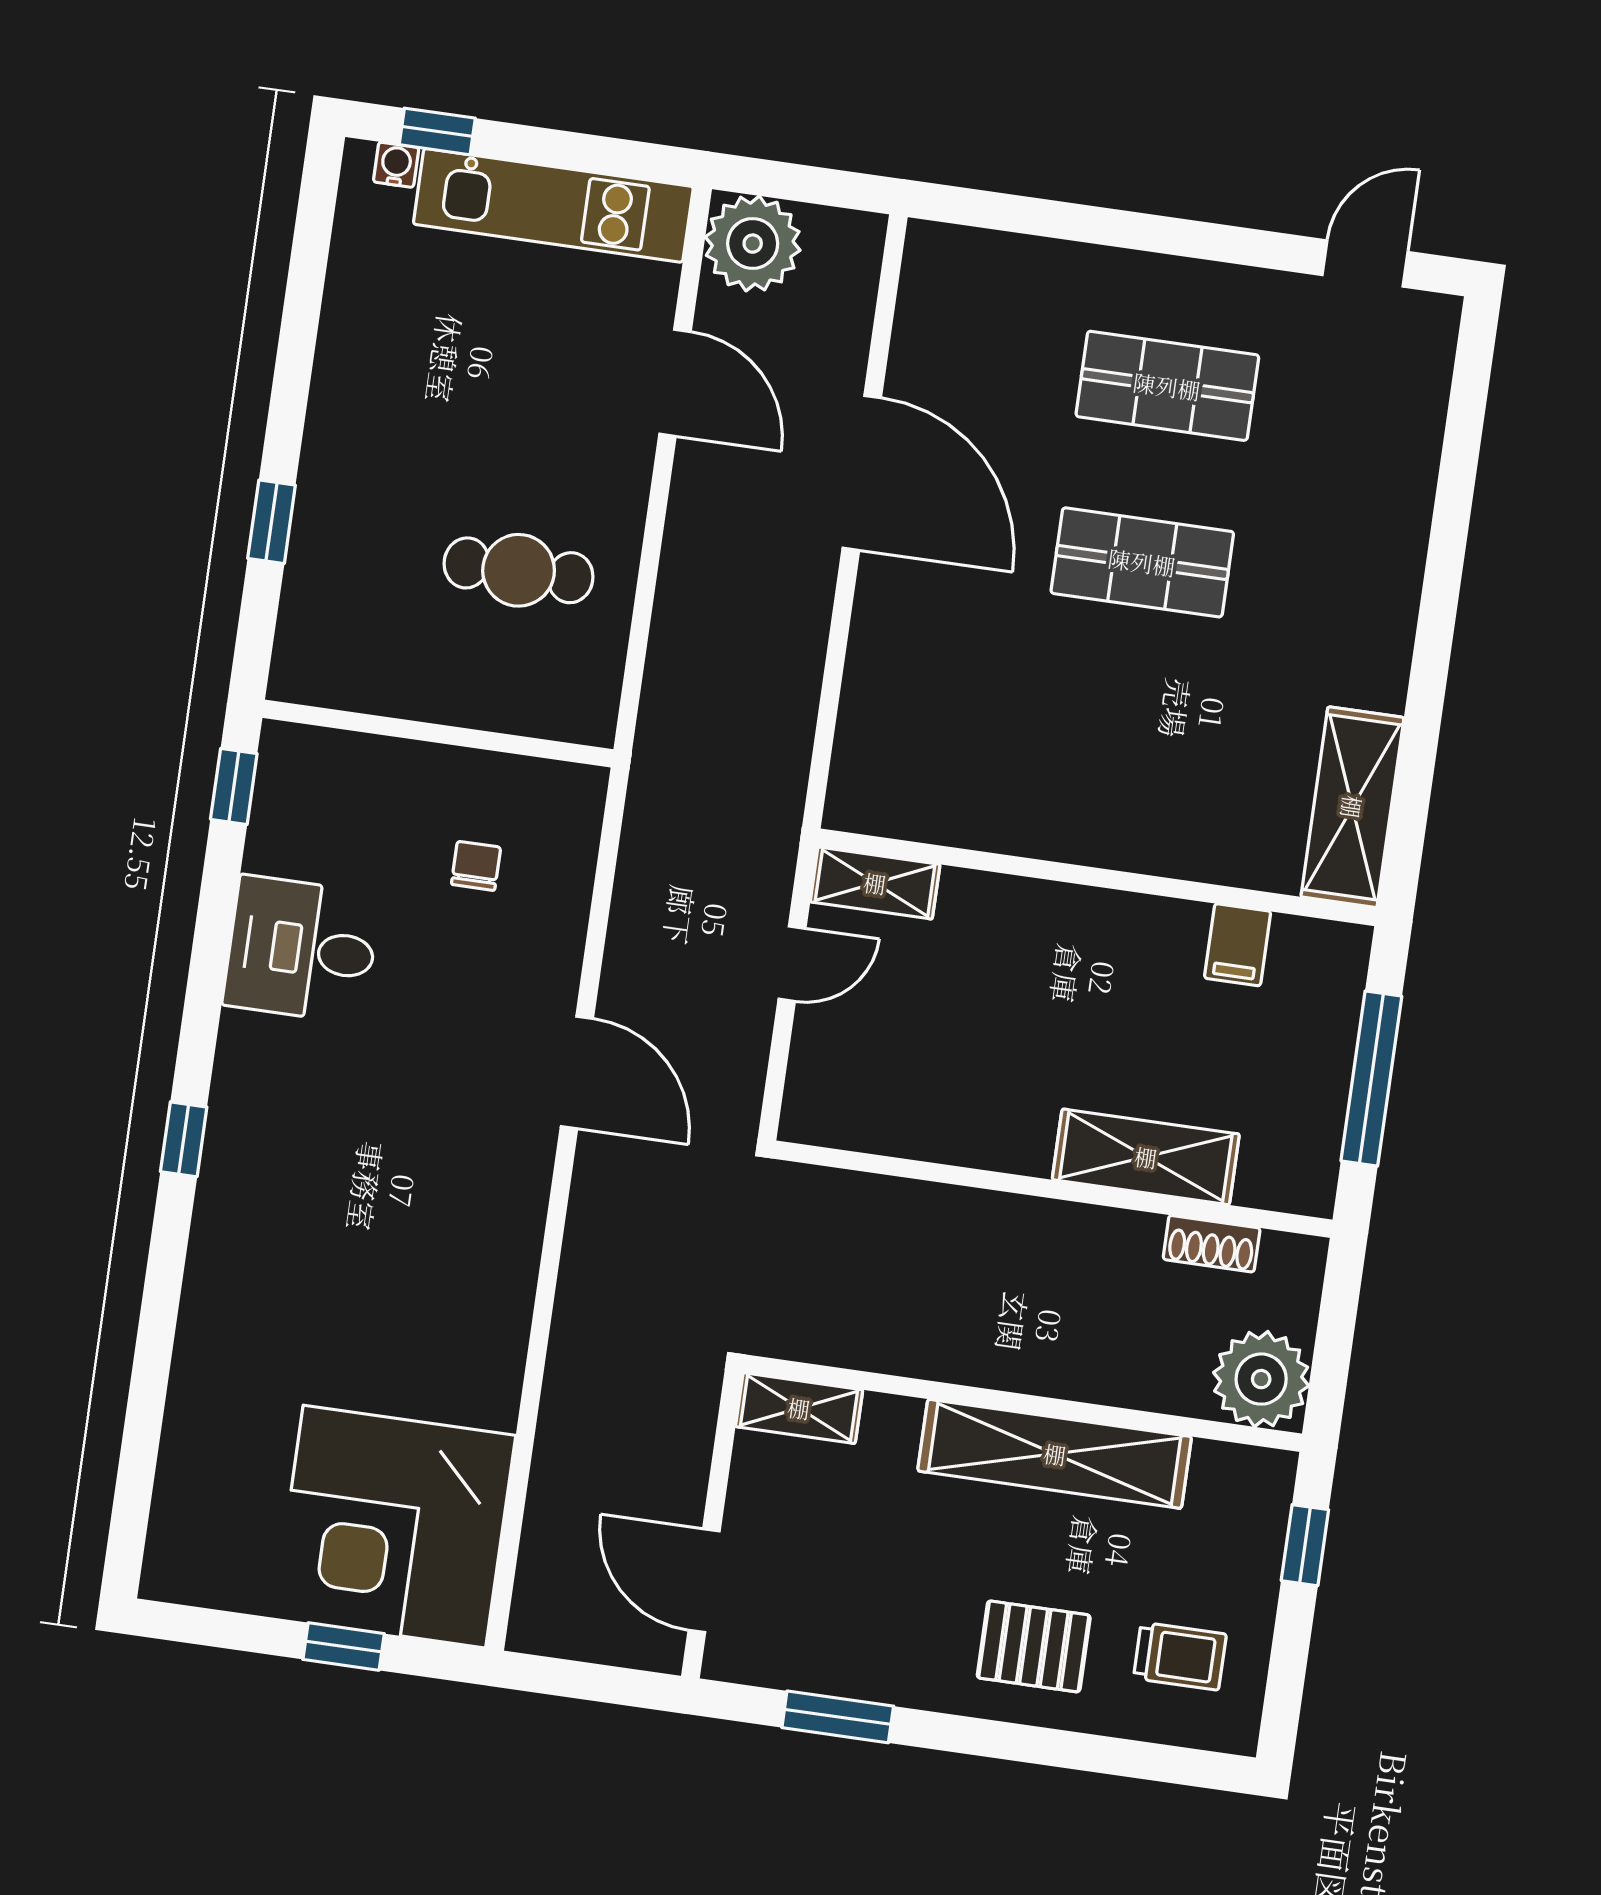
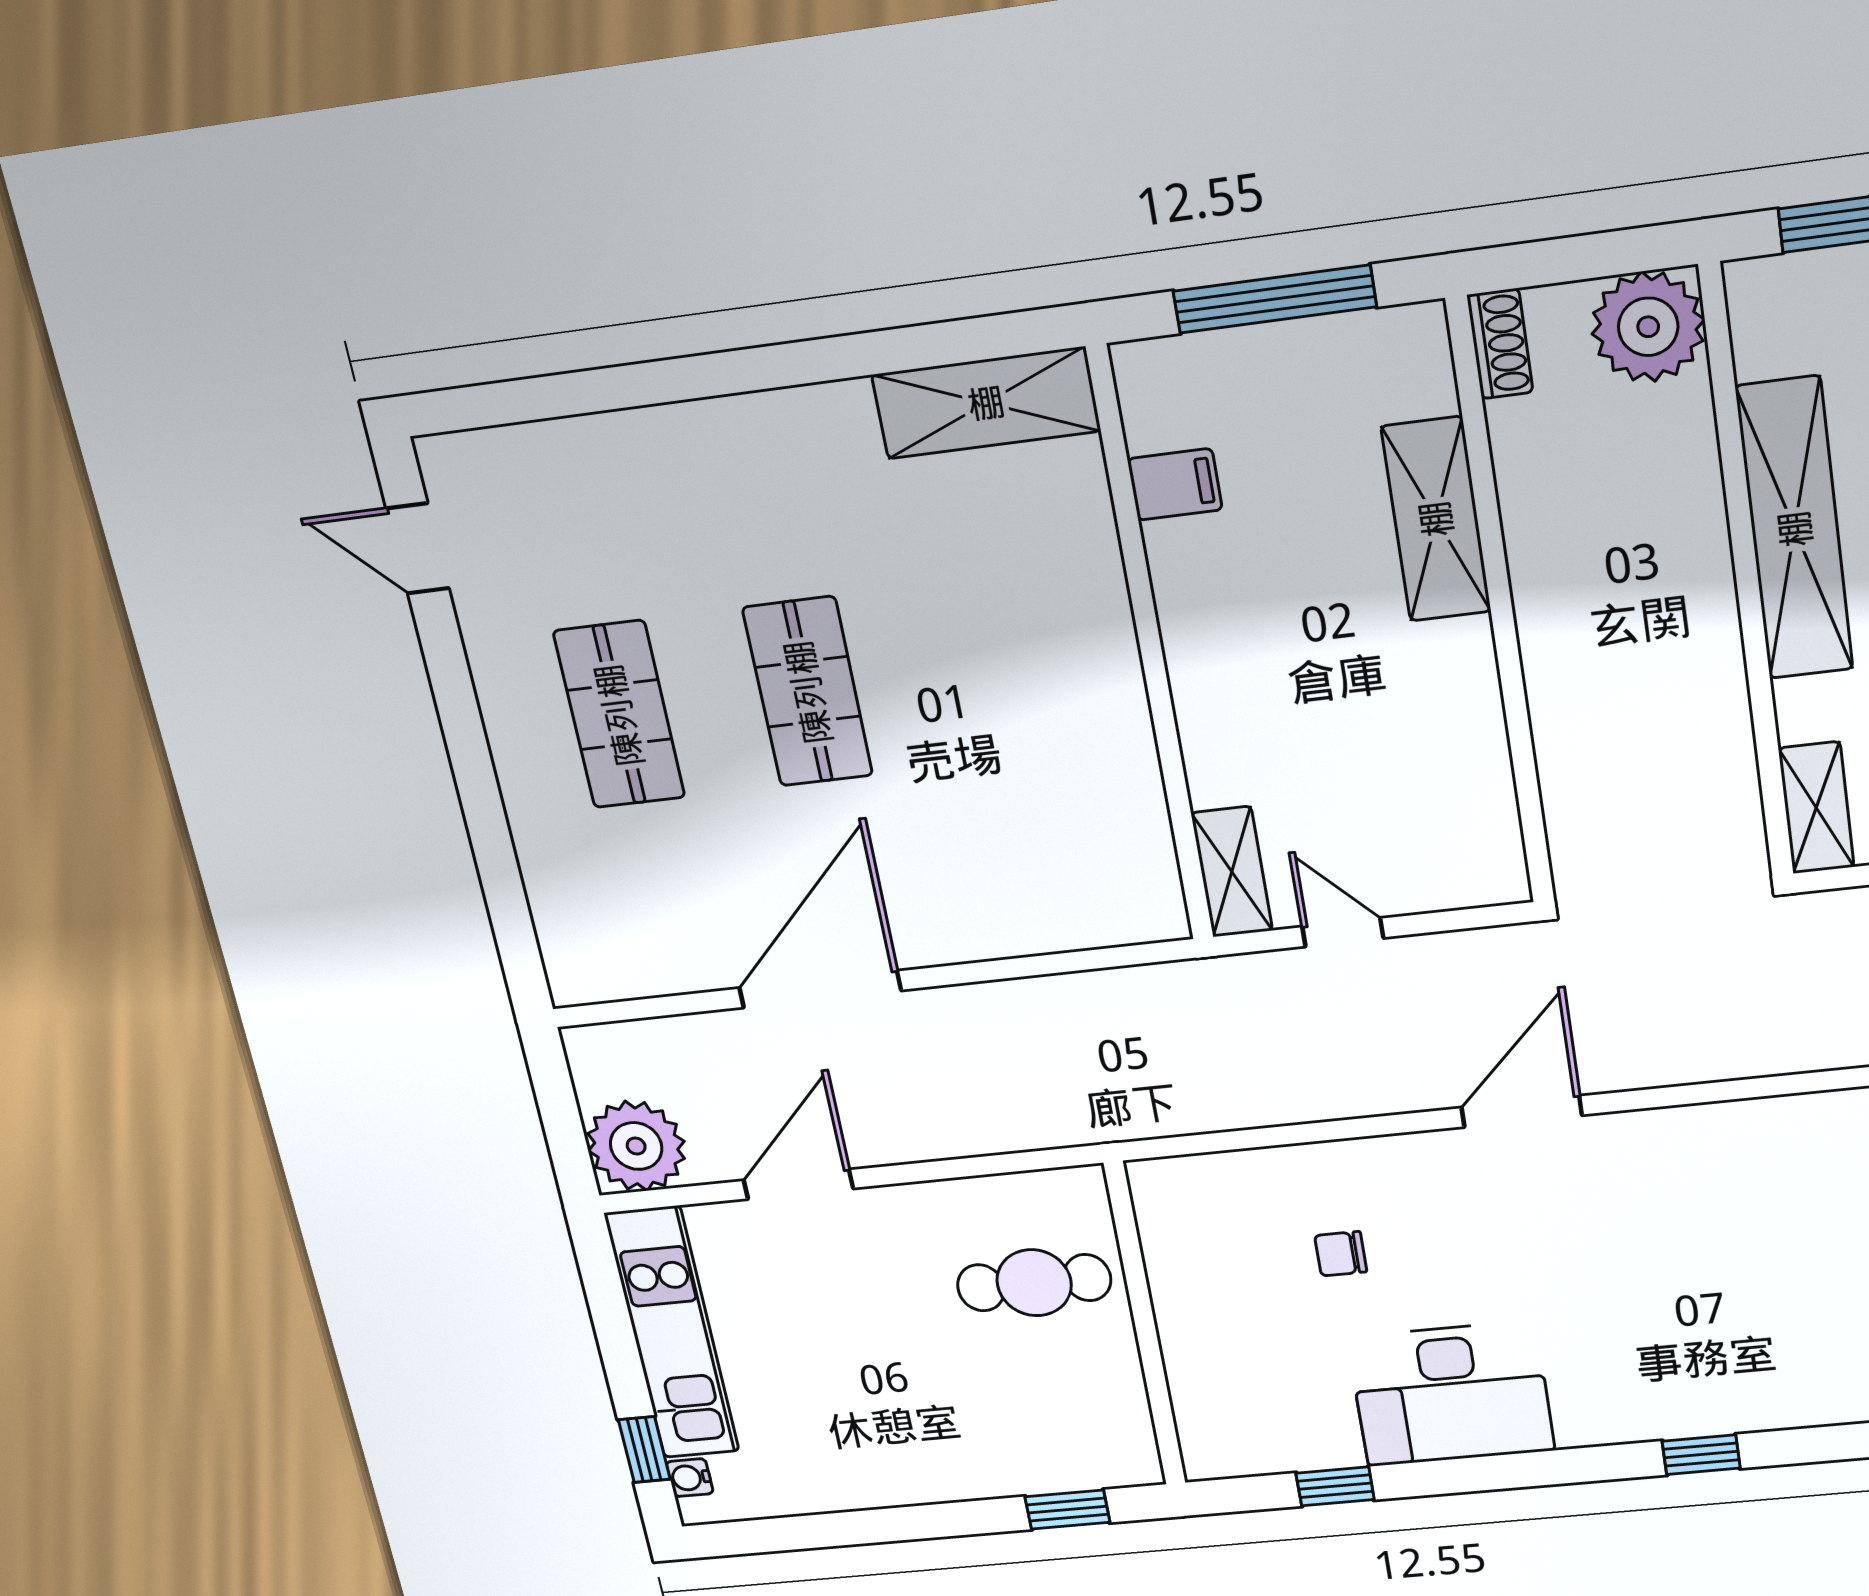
cafe table: (519, 570) -> (1034, 1283), turned 90
wall: (438, 734) -> (1145, 1325), moved
desk: (302, 949) -> (1451, 1394), width x1.37
shoe rack: (1212, 1244) -> (1500, 344), moved

